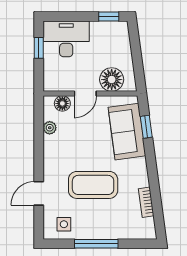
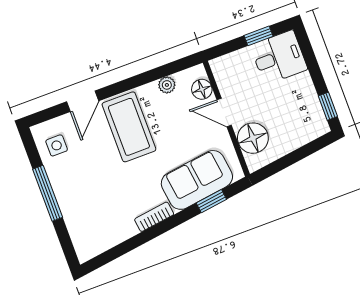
desk: (66, 39) -> (279, 57), width x0.73
coffee table: (93, 185) -> (129, 127), moved
door: (39, 193) -> (83, 101), swing flipped
bookcase: (146, 202) -> (154, 217), moved

